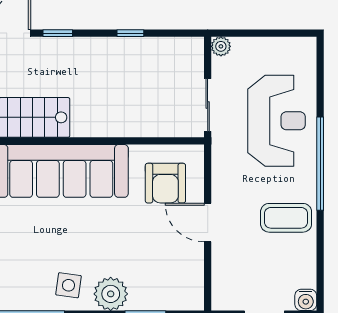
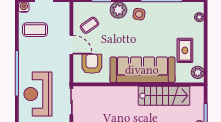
coffee table: (286, 218) -> (35, 30), moved
coffee table: (170, 263) -> (89, 25), added

